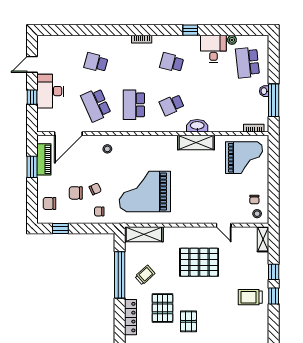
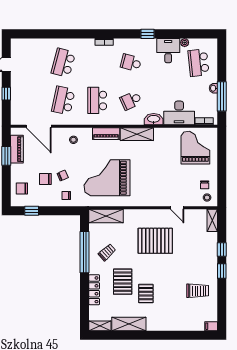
school desk: (96, 62) -> (63, 63), width x1.85
desk: (50, 91) -> (179, 113), moved, turned -90
school desk: (96, 105) -> (63, 100), turned 36
door: (68, 134) -> (39, 126), hinge flipped
piano: (144, 142) -> (106, 134), added
shelving: (196, 143) -> (137, 134), moved
grand piano: (244, 158) -> (195, 148), turned -90
trolley: (250, 297) -> (198, 291), moved, turned 180

